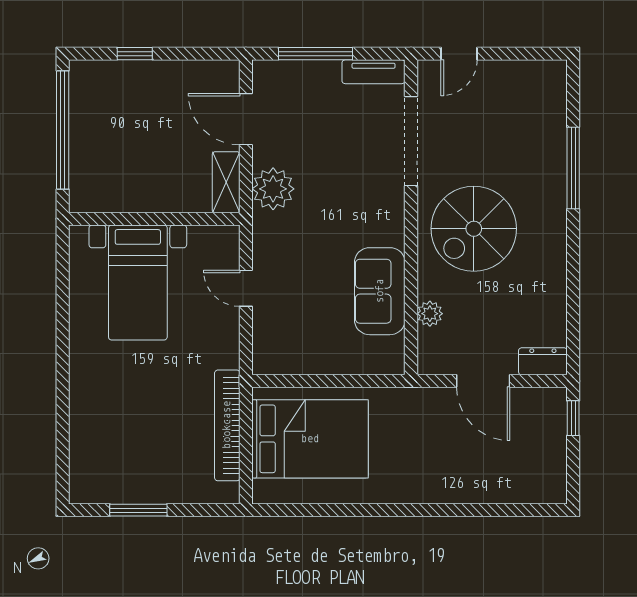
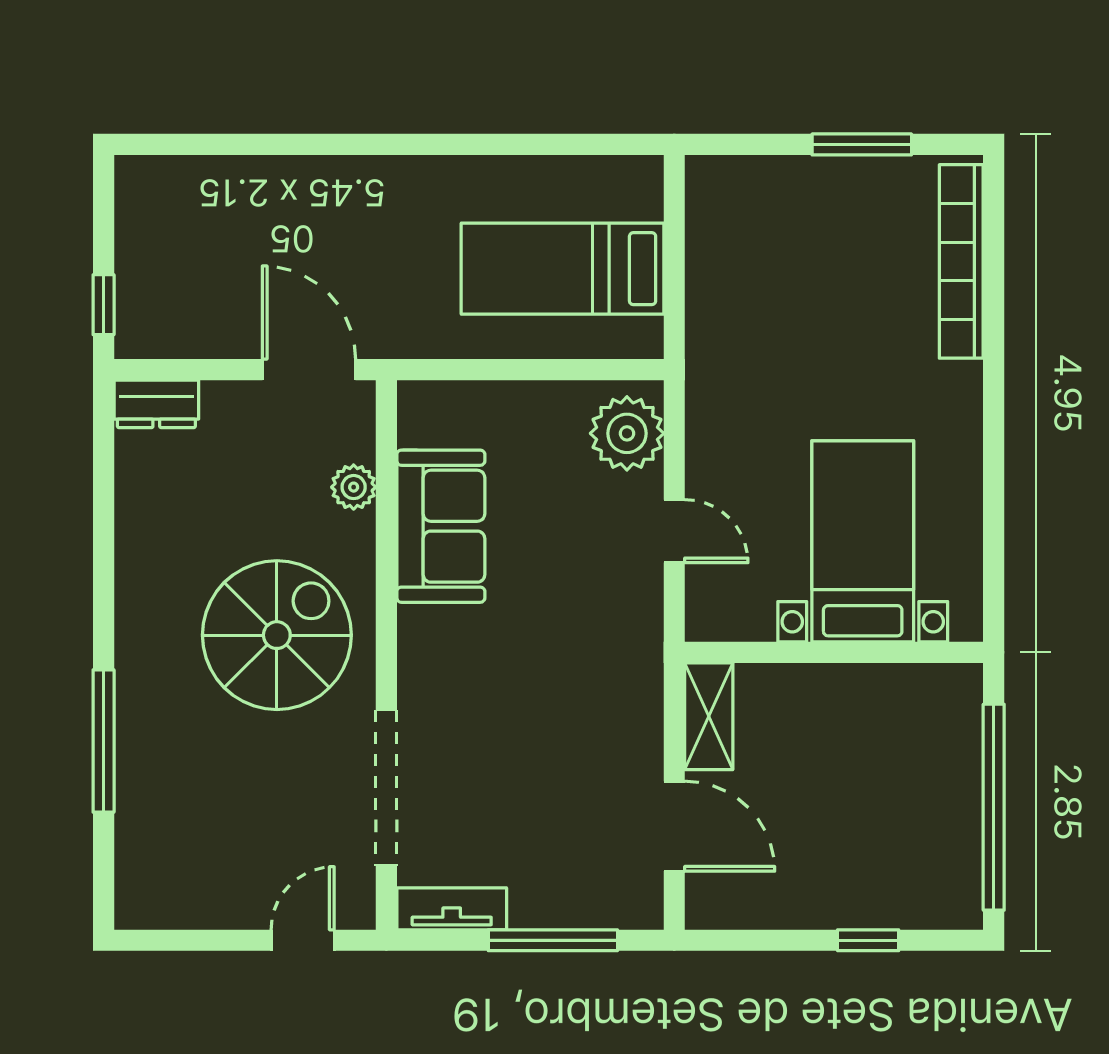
plant: (273, 189) -> (627, 433), moved
door: (483, 381) -> (309, 370), moved
bookcase: (227, 425) -> (961, 261), moved, turned 180
bed: (310, 439) -> (562, 269), width x0.67

